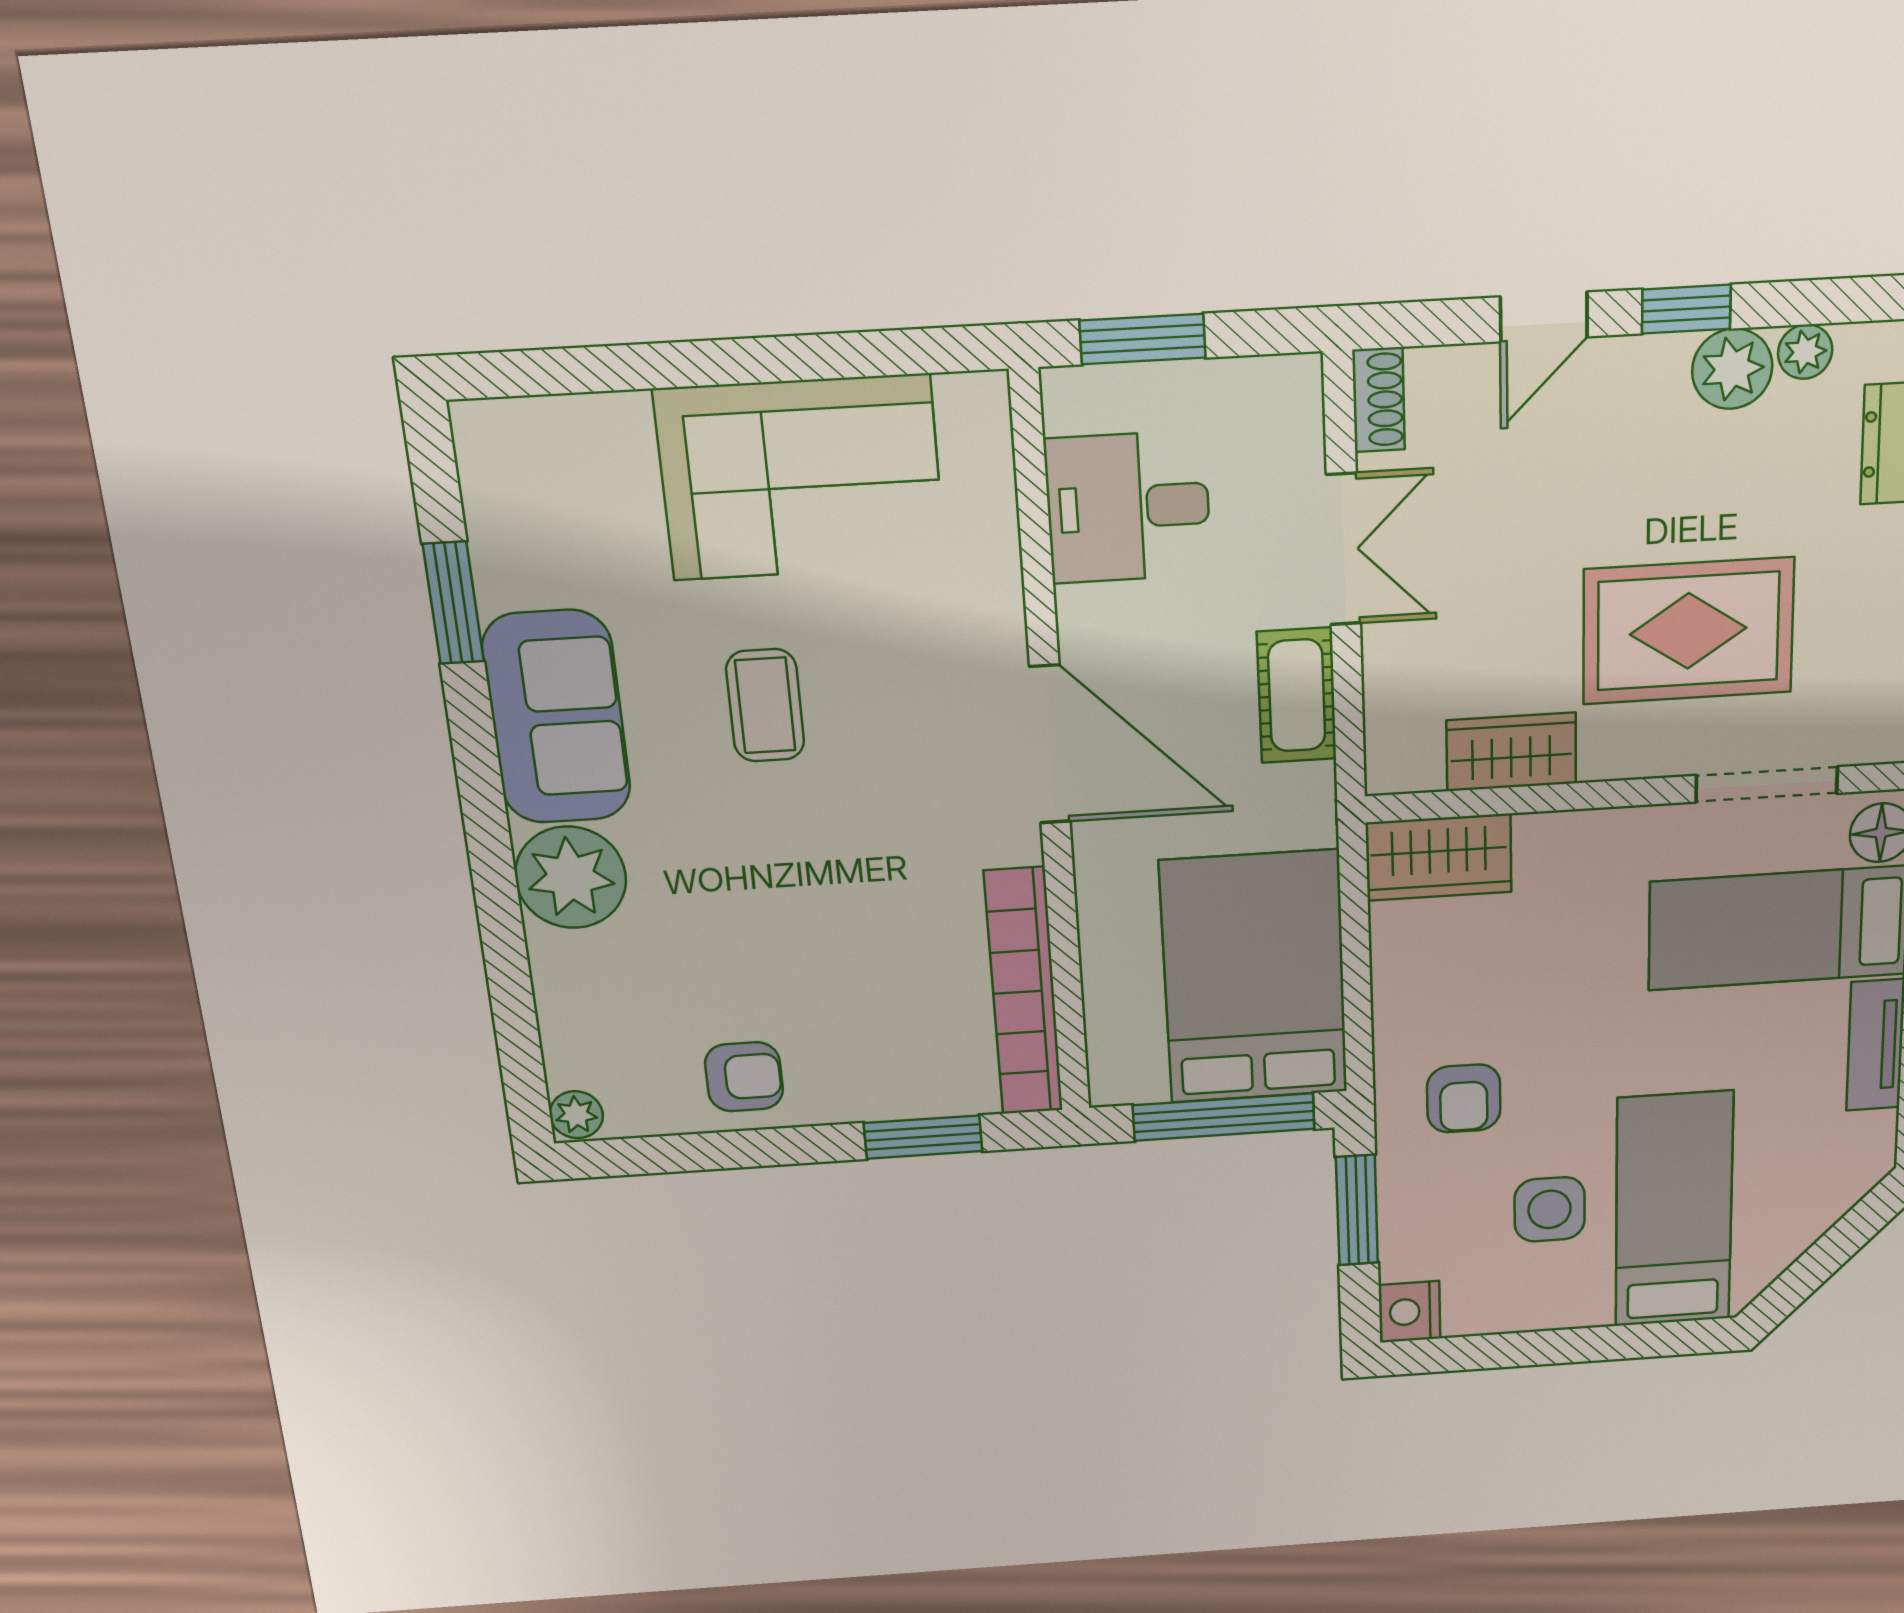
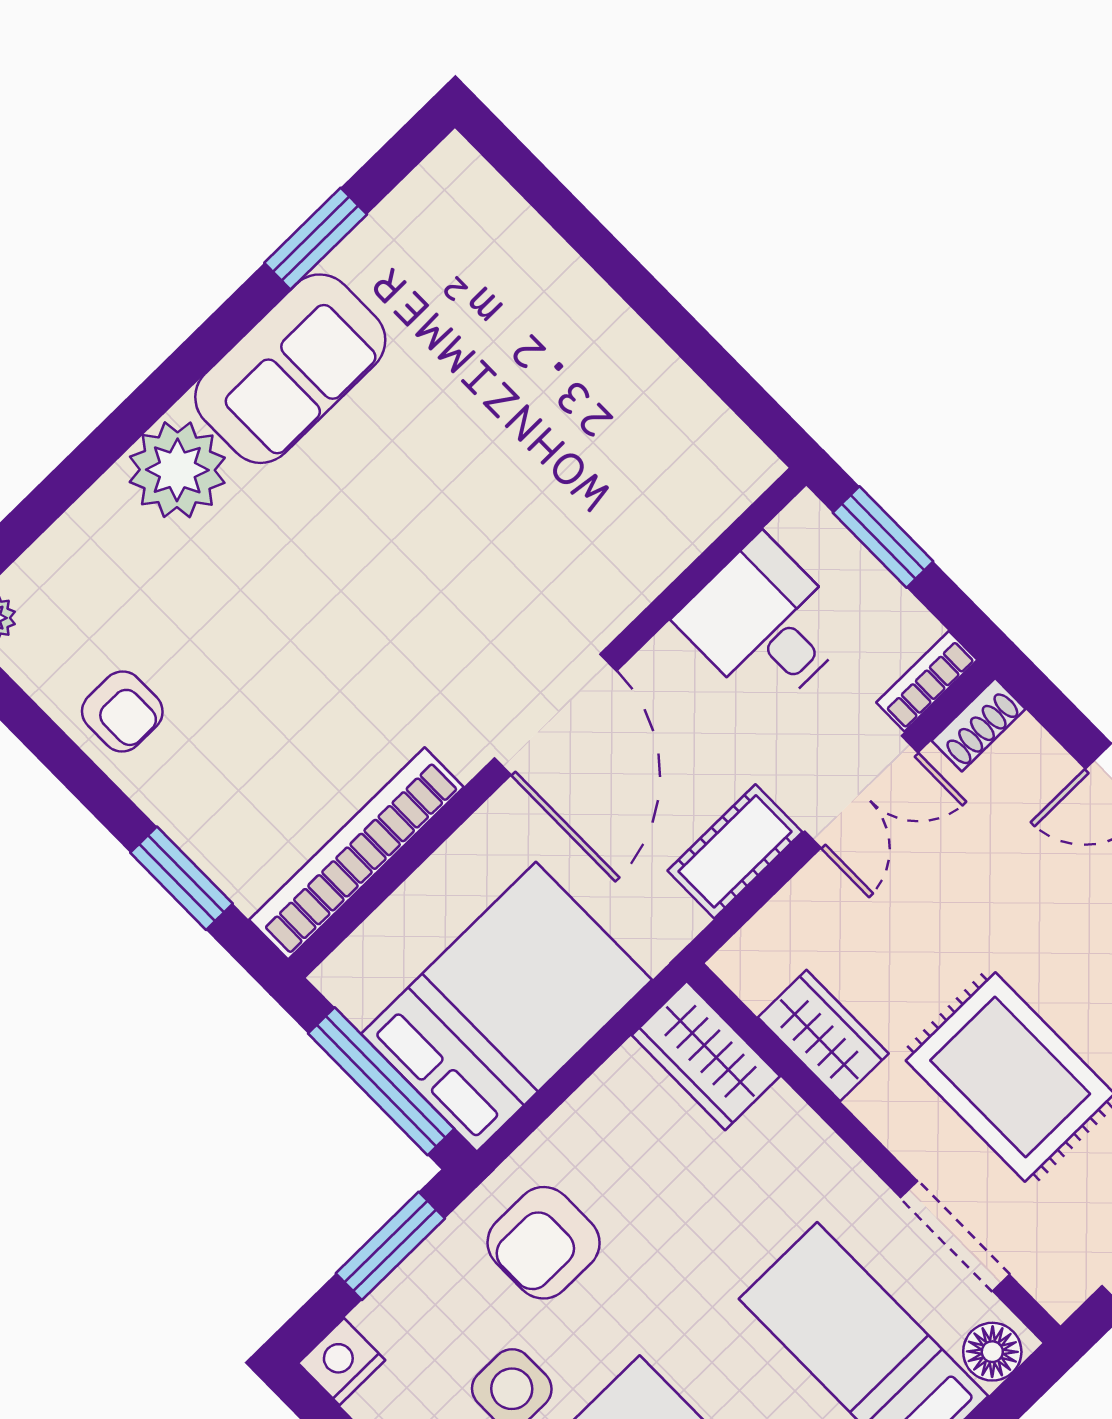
bookcase: (1301, 411) -> (927, 681), added
corner sofa: (801, 478) -> (599, 395), removed
coffee table: (765, 705) -> (418, 500), removed
armchair: (1464, 1098) -> (544, 1243), width x1.38, depth x1.38

